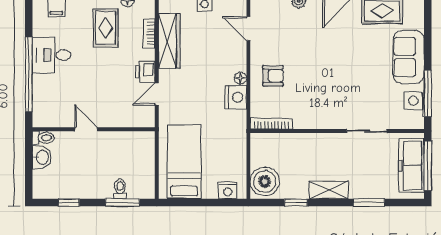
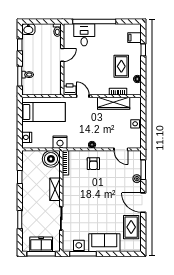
rug: (106, 28) -> (121, 66), turned 90
door: (248, 28) -> (121, 149), swing flipped
desk: (52, 55) -> (84, 35), moved
printer: (145, 72) -> (70, 89), moved
nightstand: (236, 97) -> (60, 142), moved
washbasin: (42, 157) -> (28, 29), moved
freezer: (411, 166) -> (41, 244), width x0.71
boiler: (265, 182) -> (51, 159), moved
shelving: (329, 190) -> (55, 189), moved

